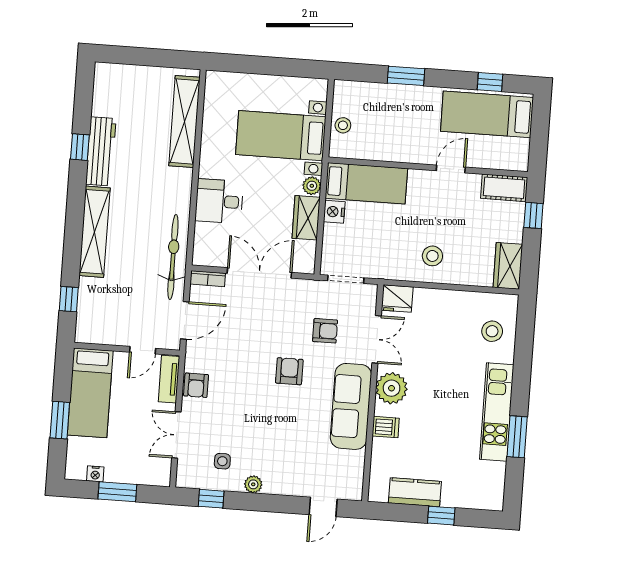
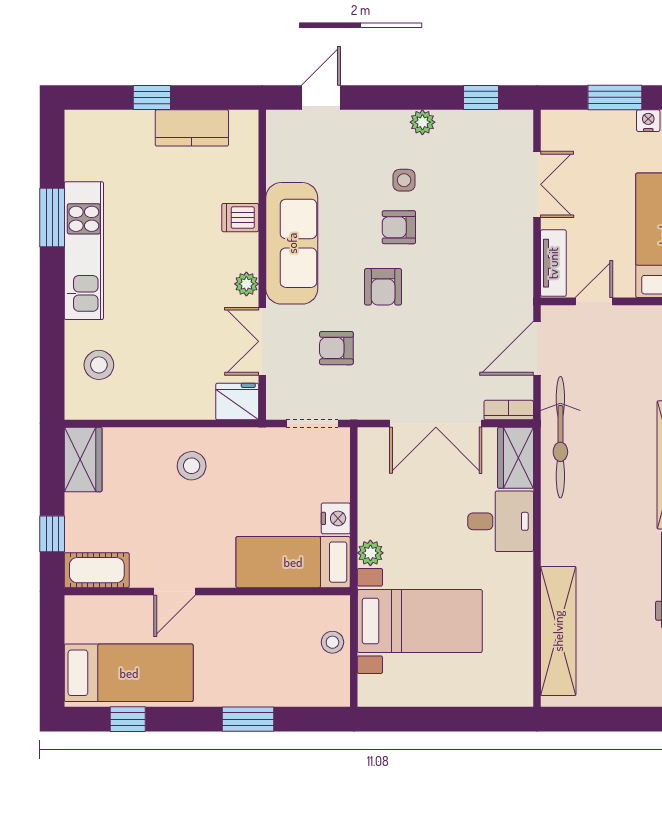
wardrobe: (306, 218) -> (516, 458), moved, turned 180
armchair: (196, 385) -> (399, 227), moved, turned -90
plant: (392, 388) -> (246, 284), width x0.53, depth x0.53
side table: (222, 461) -> (404, 180), moved

